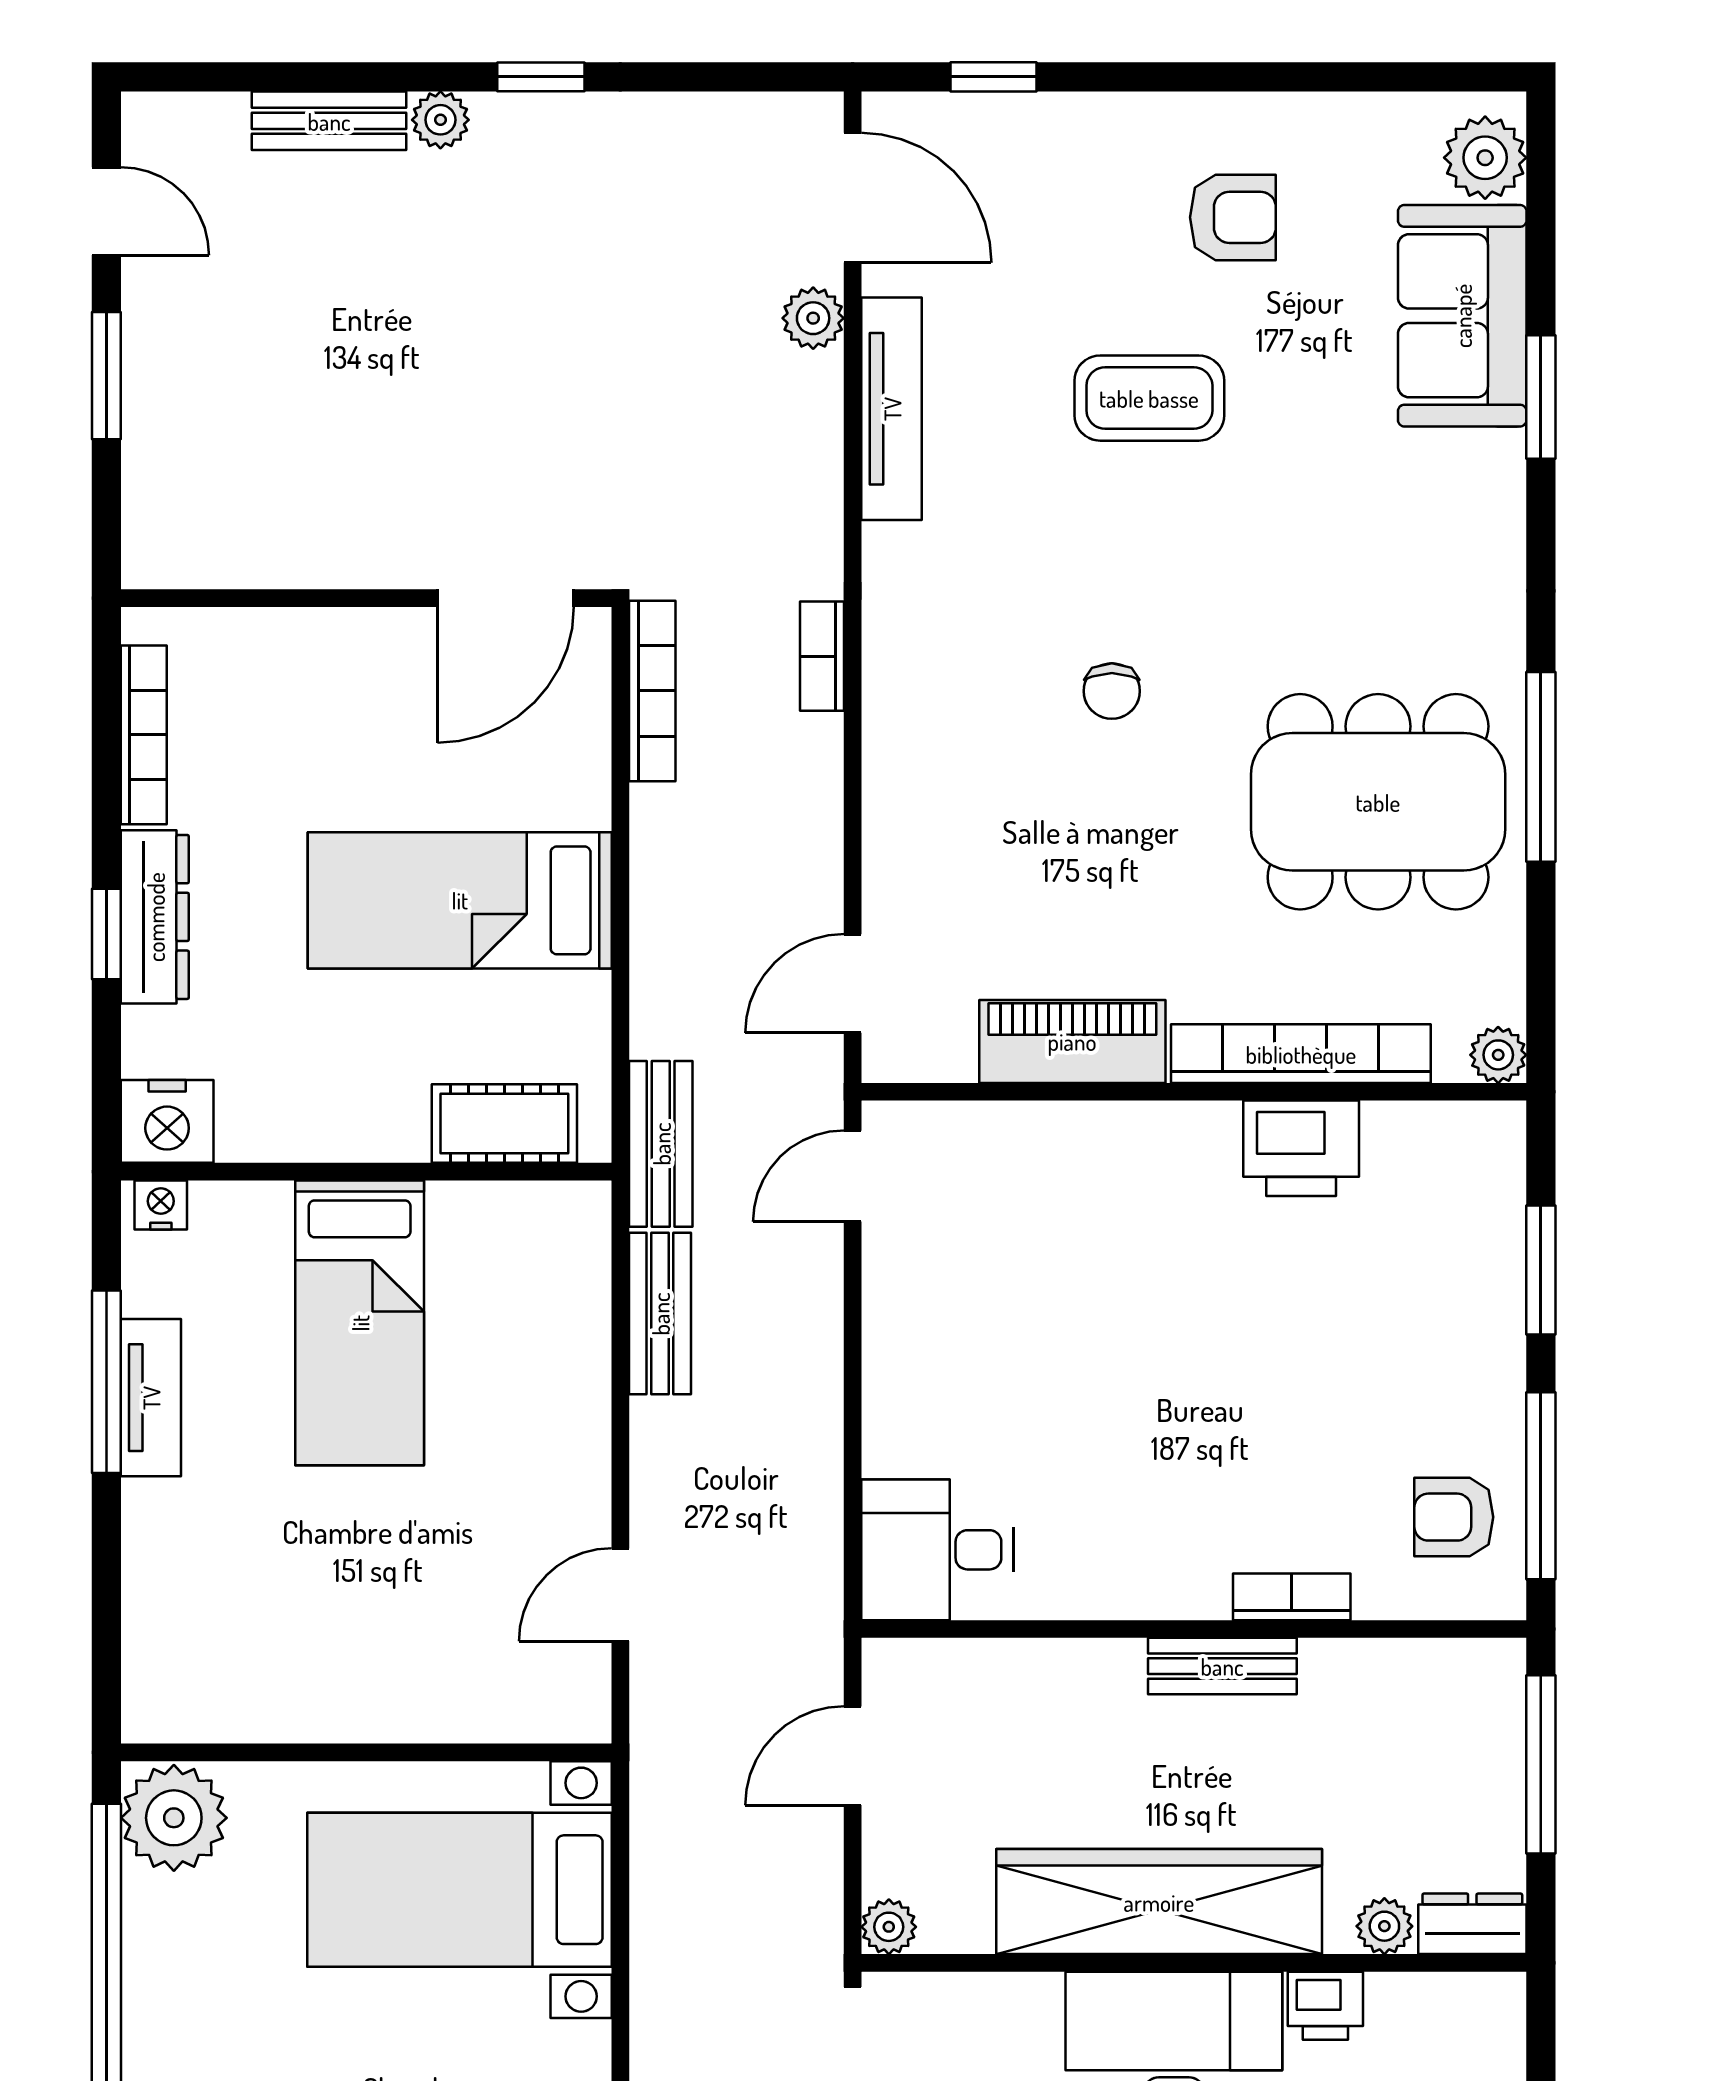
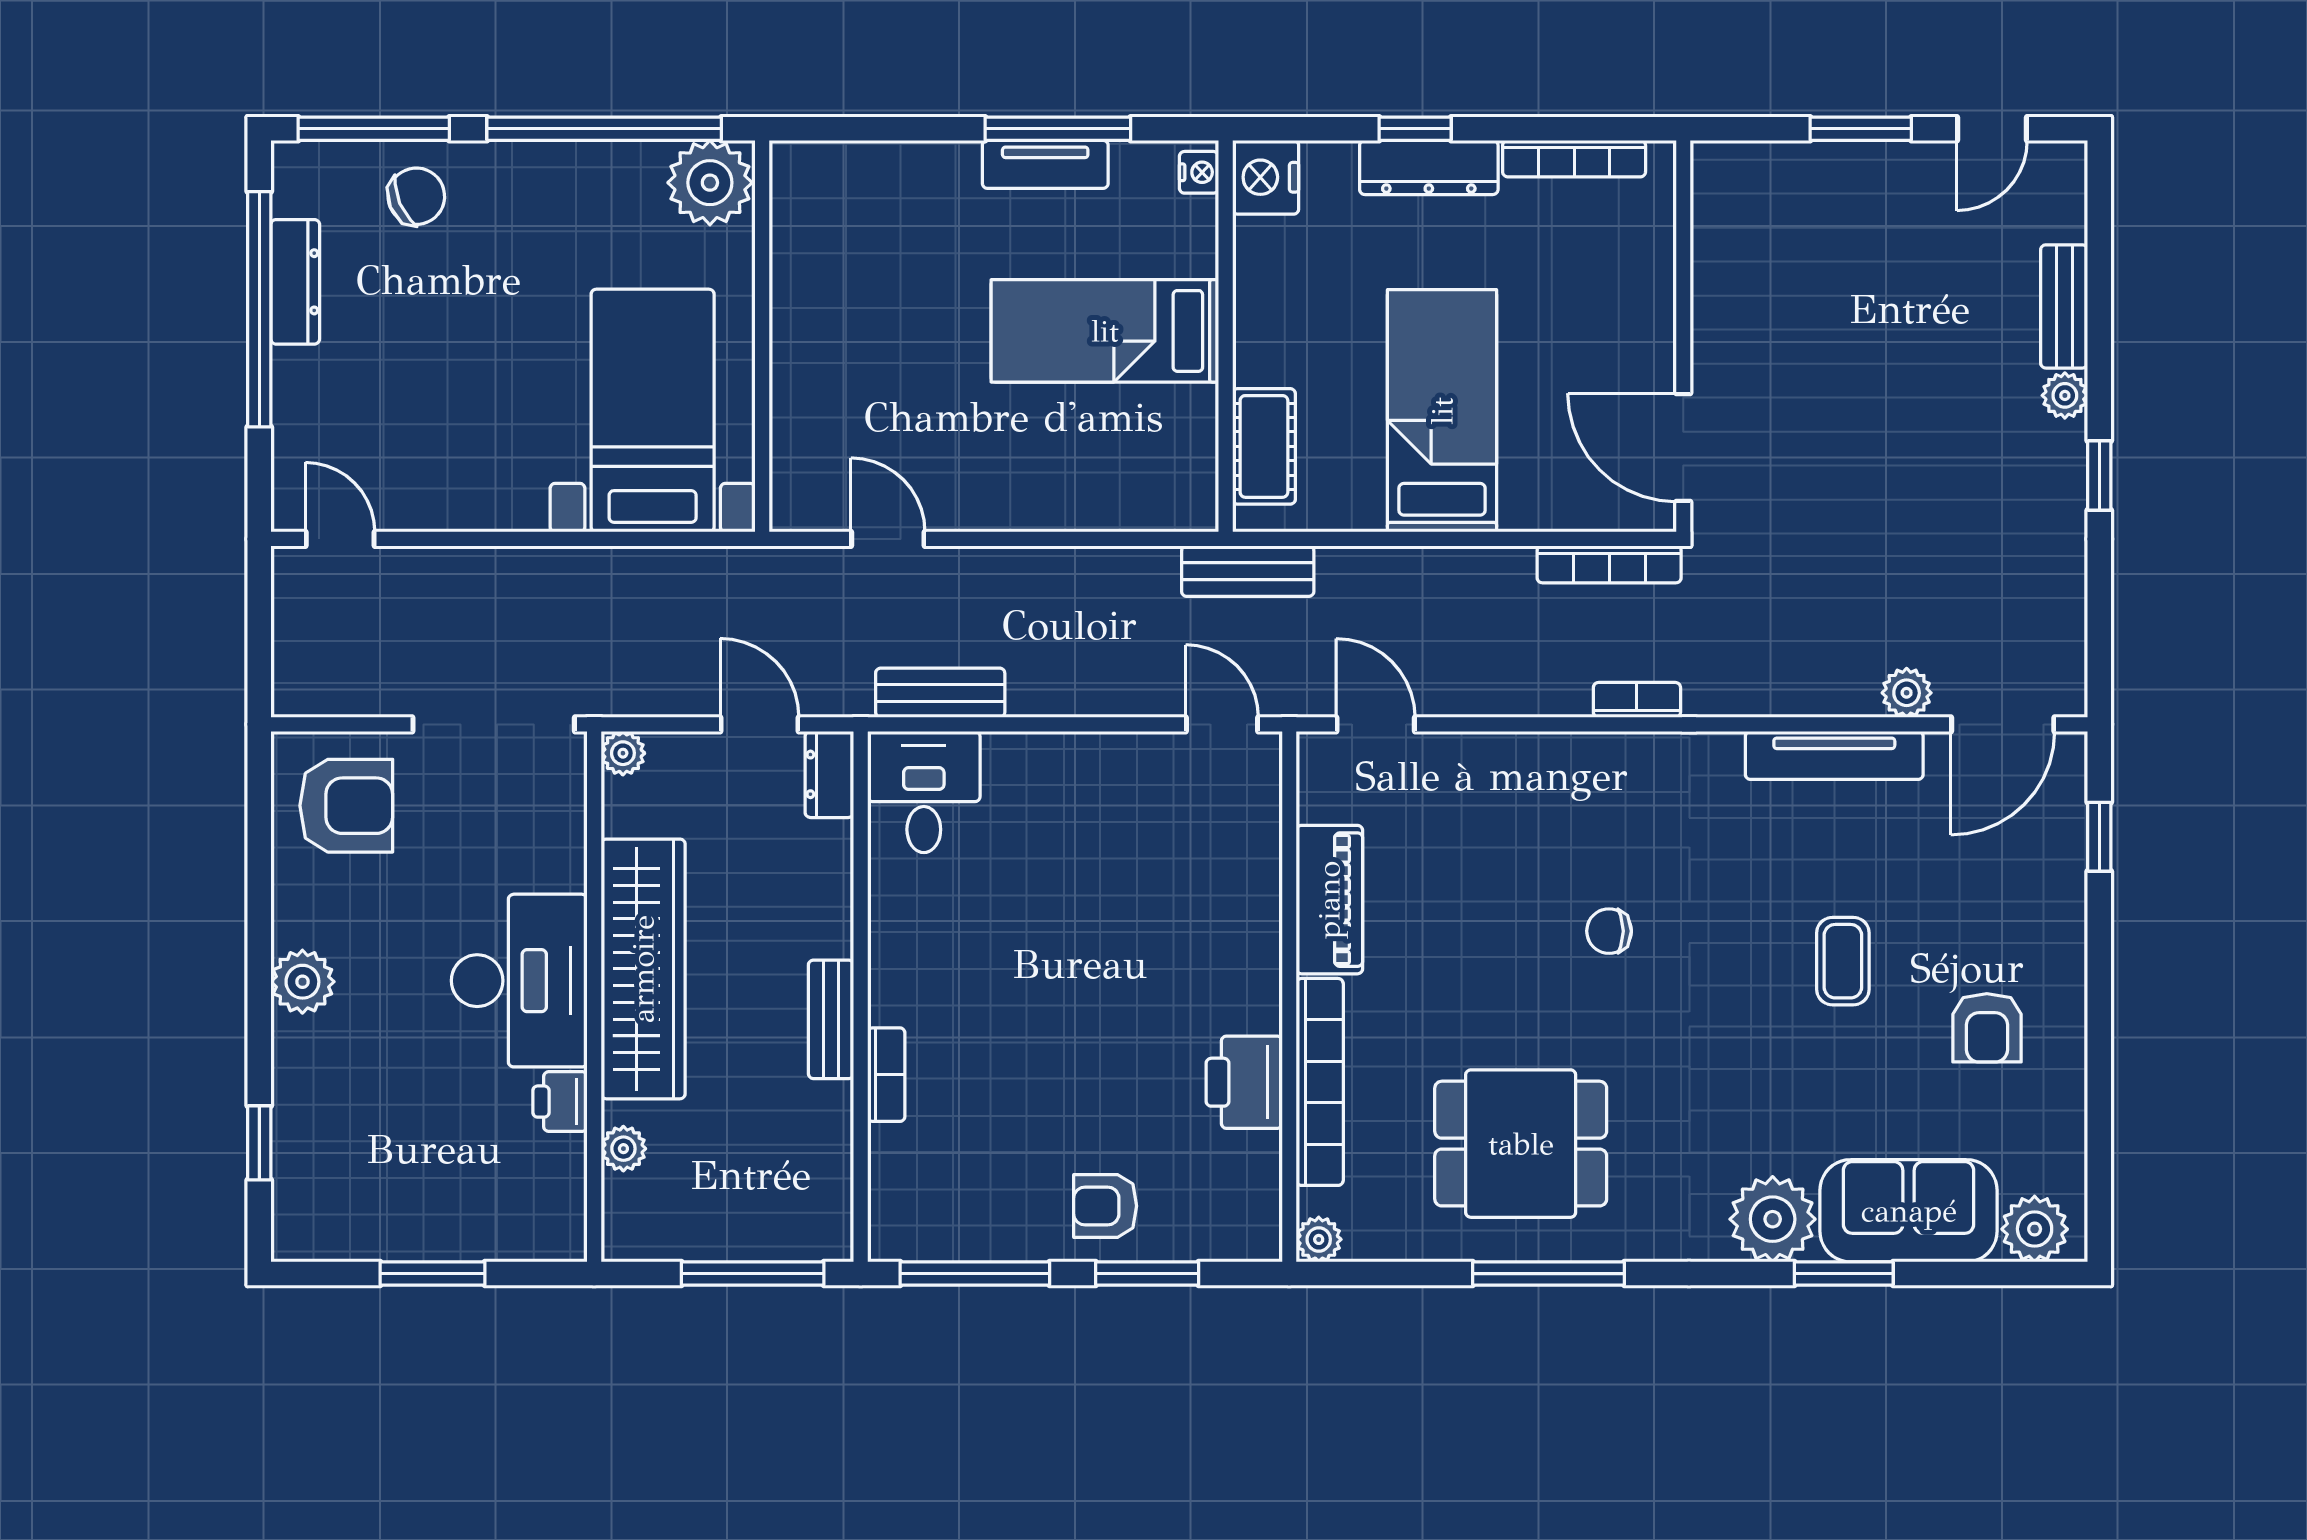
coffee table: (1149, 398) -> (1843, 961), width x0.73, depth x0.77
plant: (1473, 486) -> (1773, 1219), added
dining table: (1378, 802) -> (1521, 1144), width x0.73
bench: (660, 1314) -> (940, 693), moved
armchair: (1454, 1517) -> (1105, 1206), moved, turned -90
dresser: (1472, 1924) -> (829, 774), moved, turned 180

